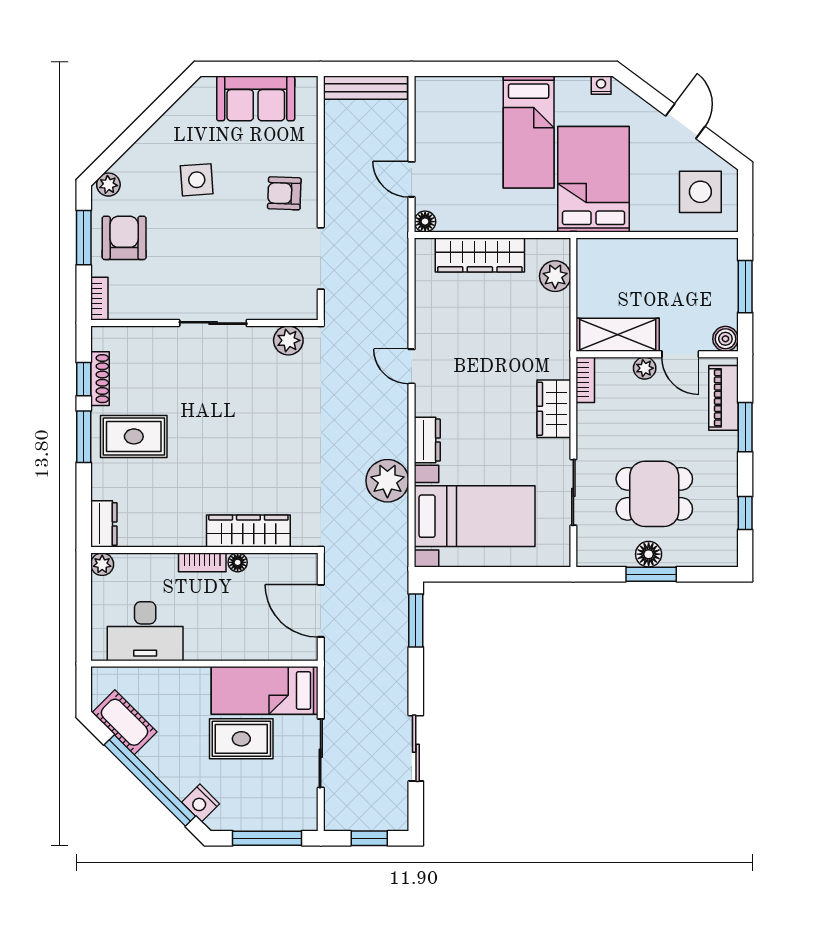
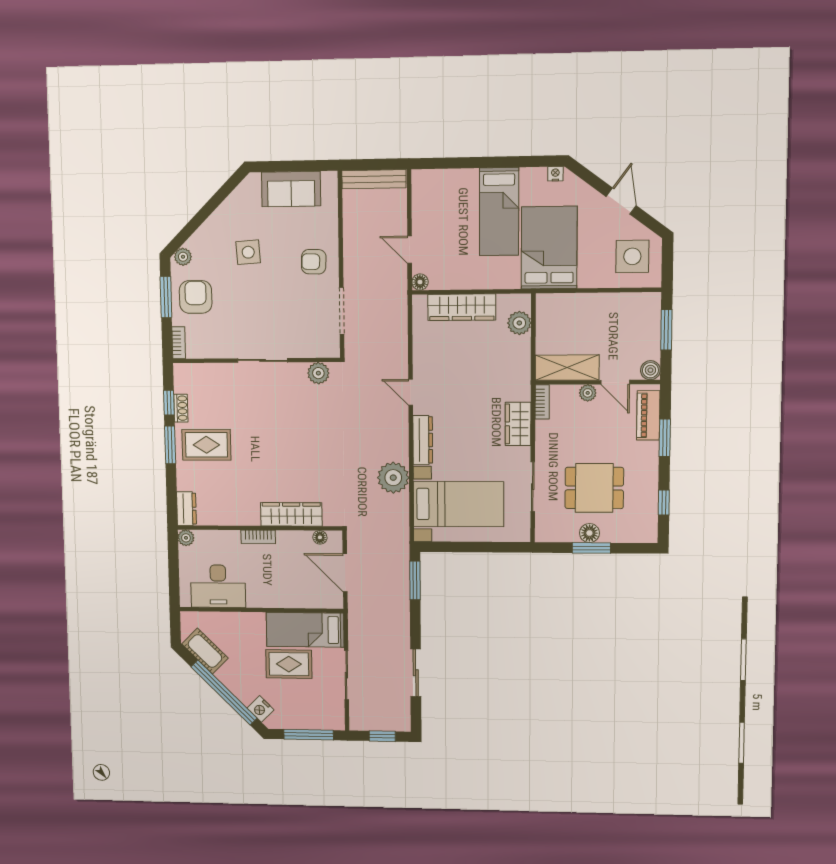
shoe rack: (100, 379) -> (181, 408), width x0.70
dresser: (427, 440) -> (423, 440), width x1.44
floor lamp: (238, 562) -> (320, 537), moved

